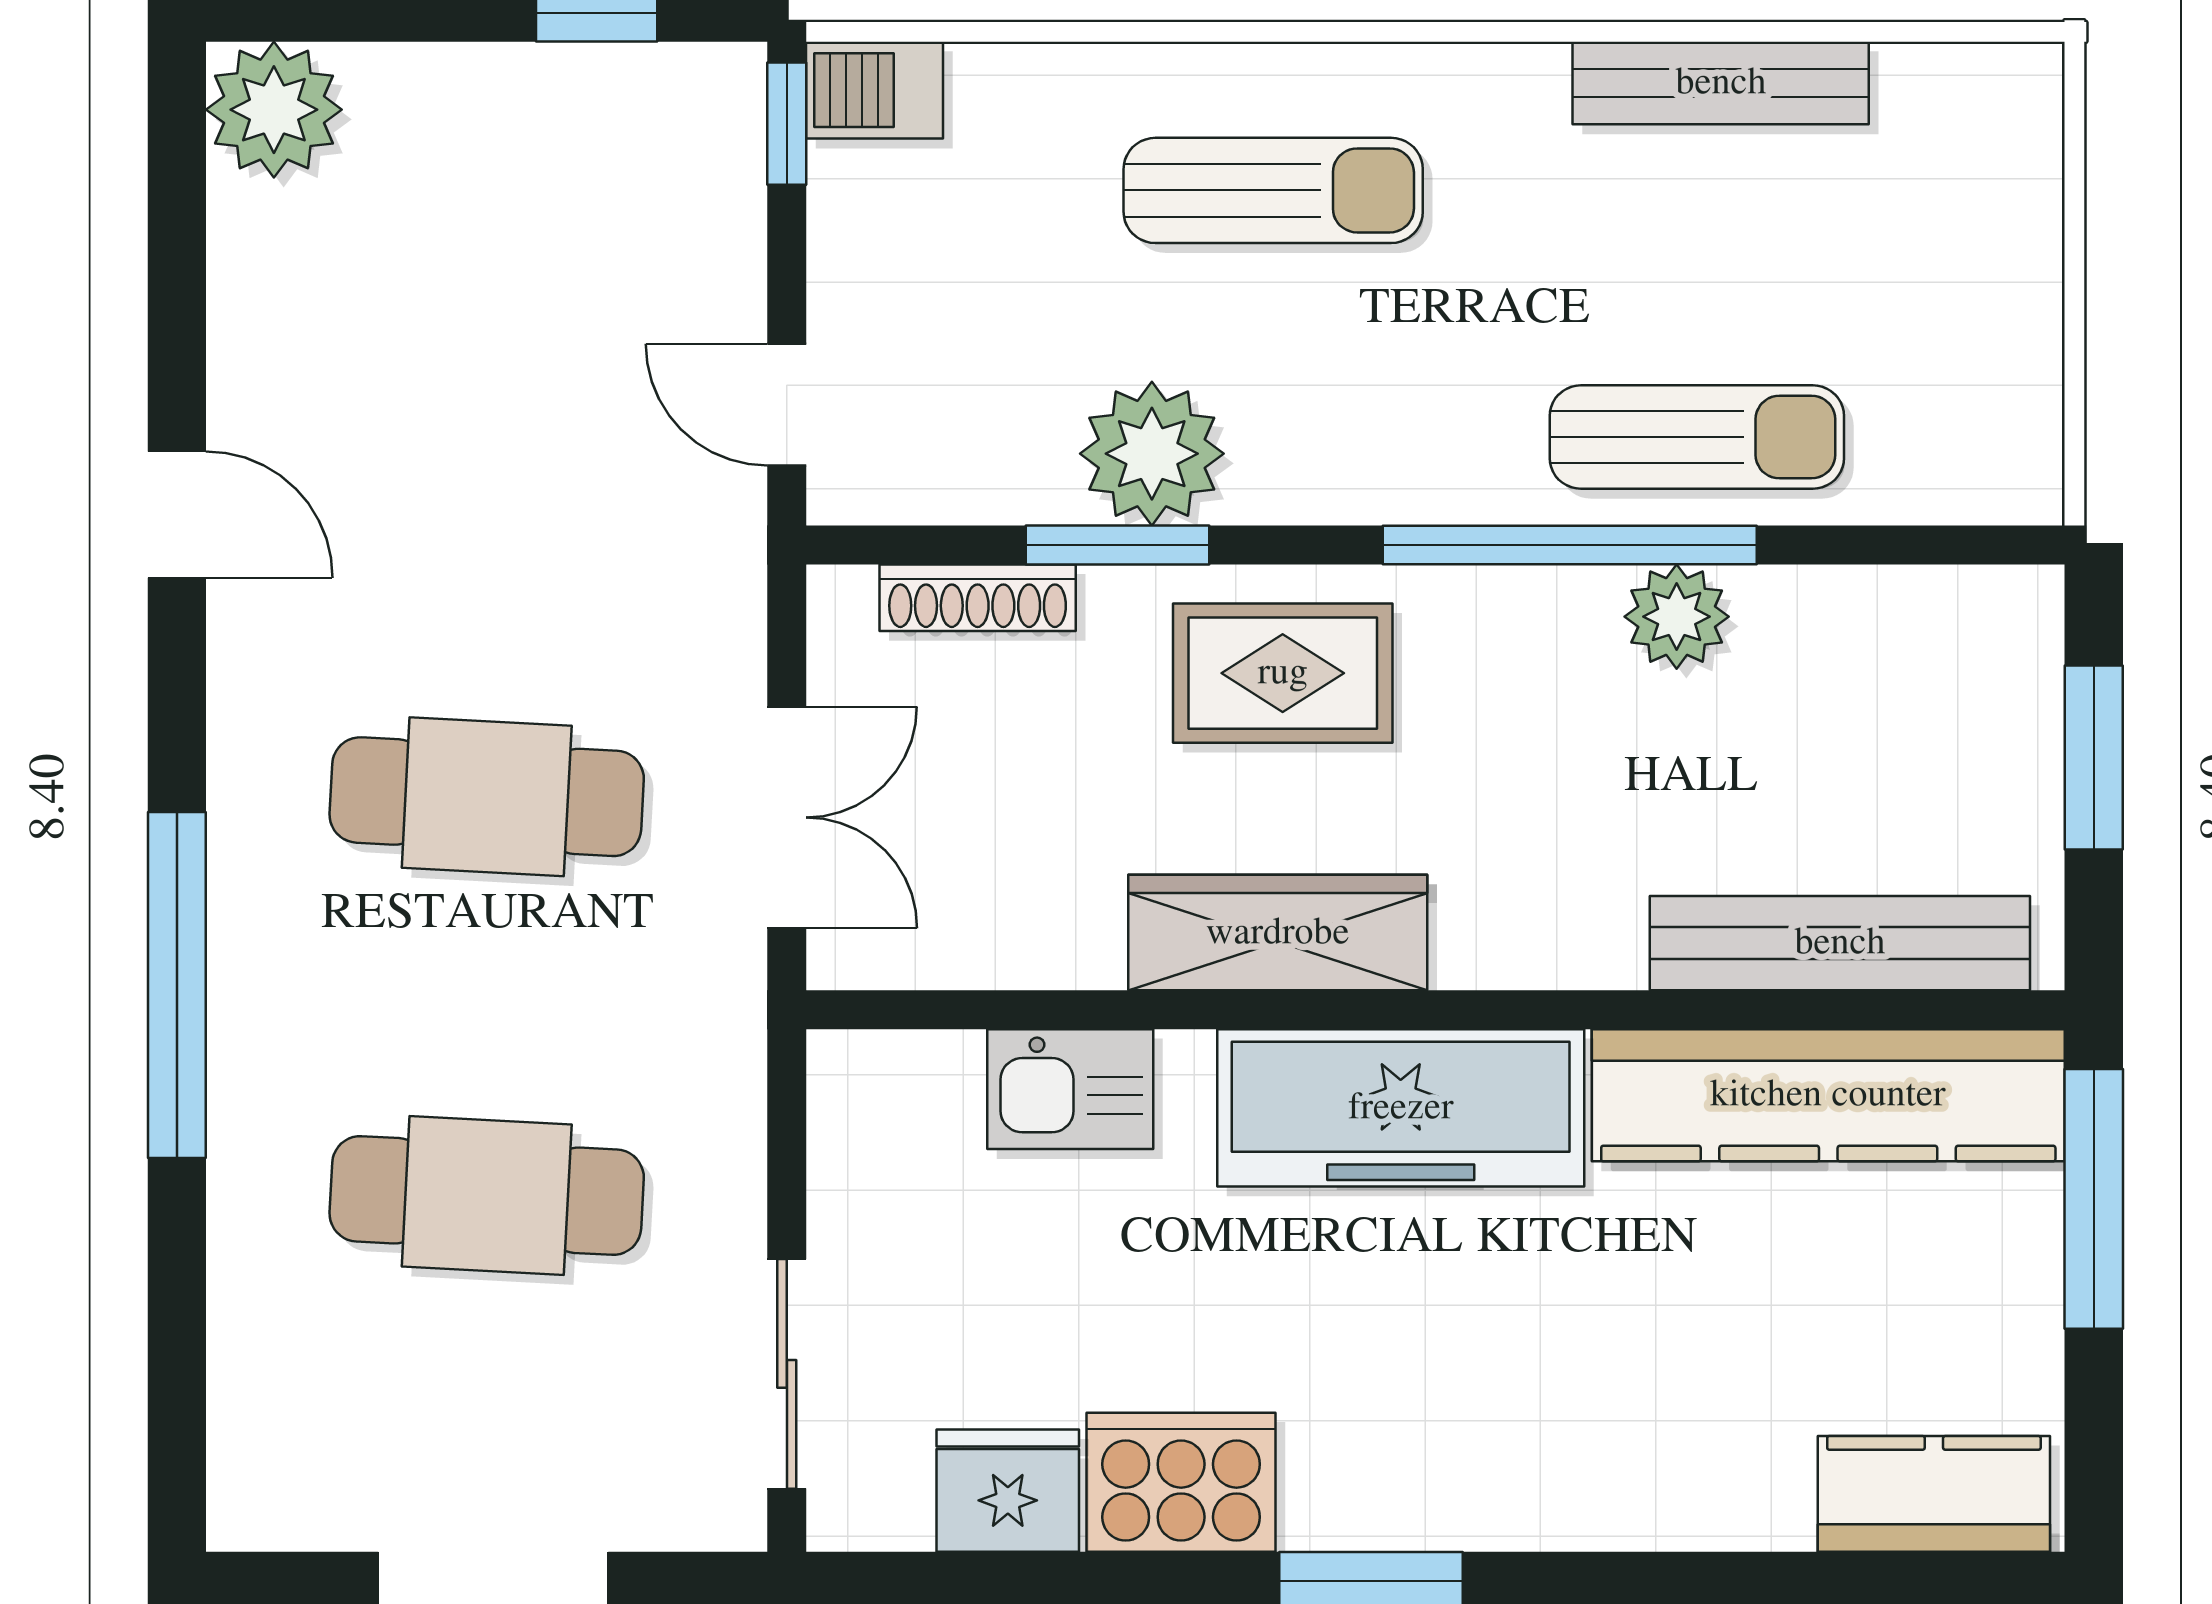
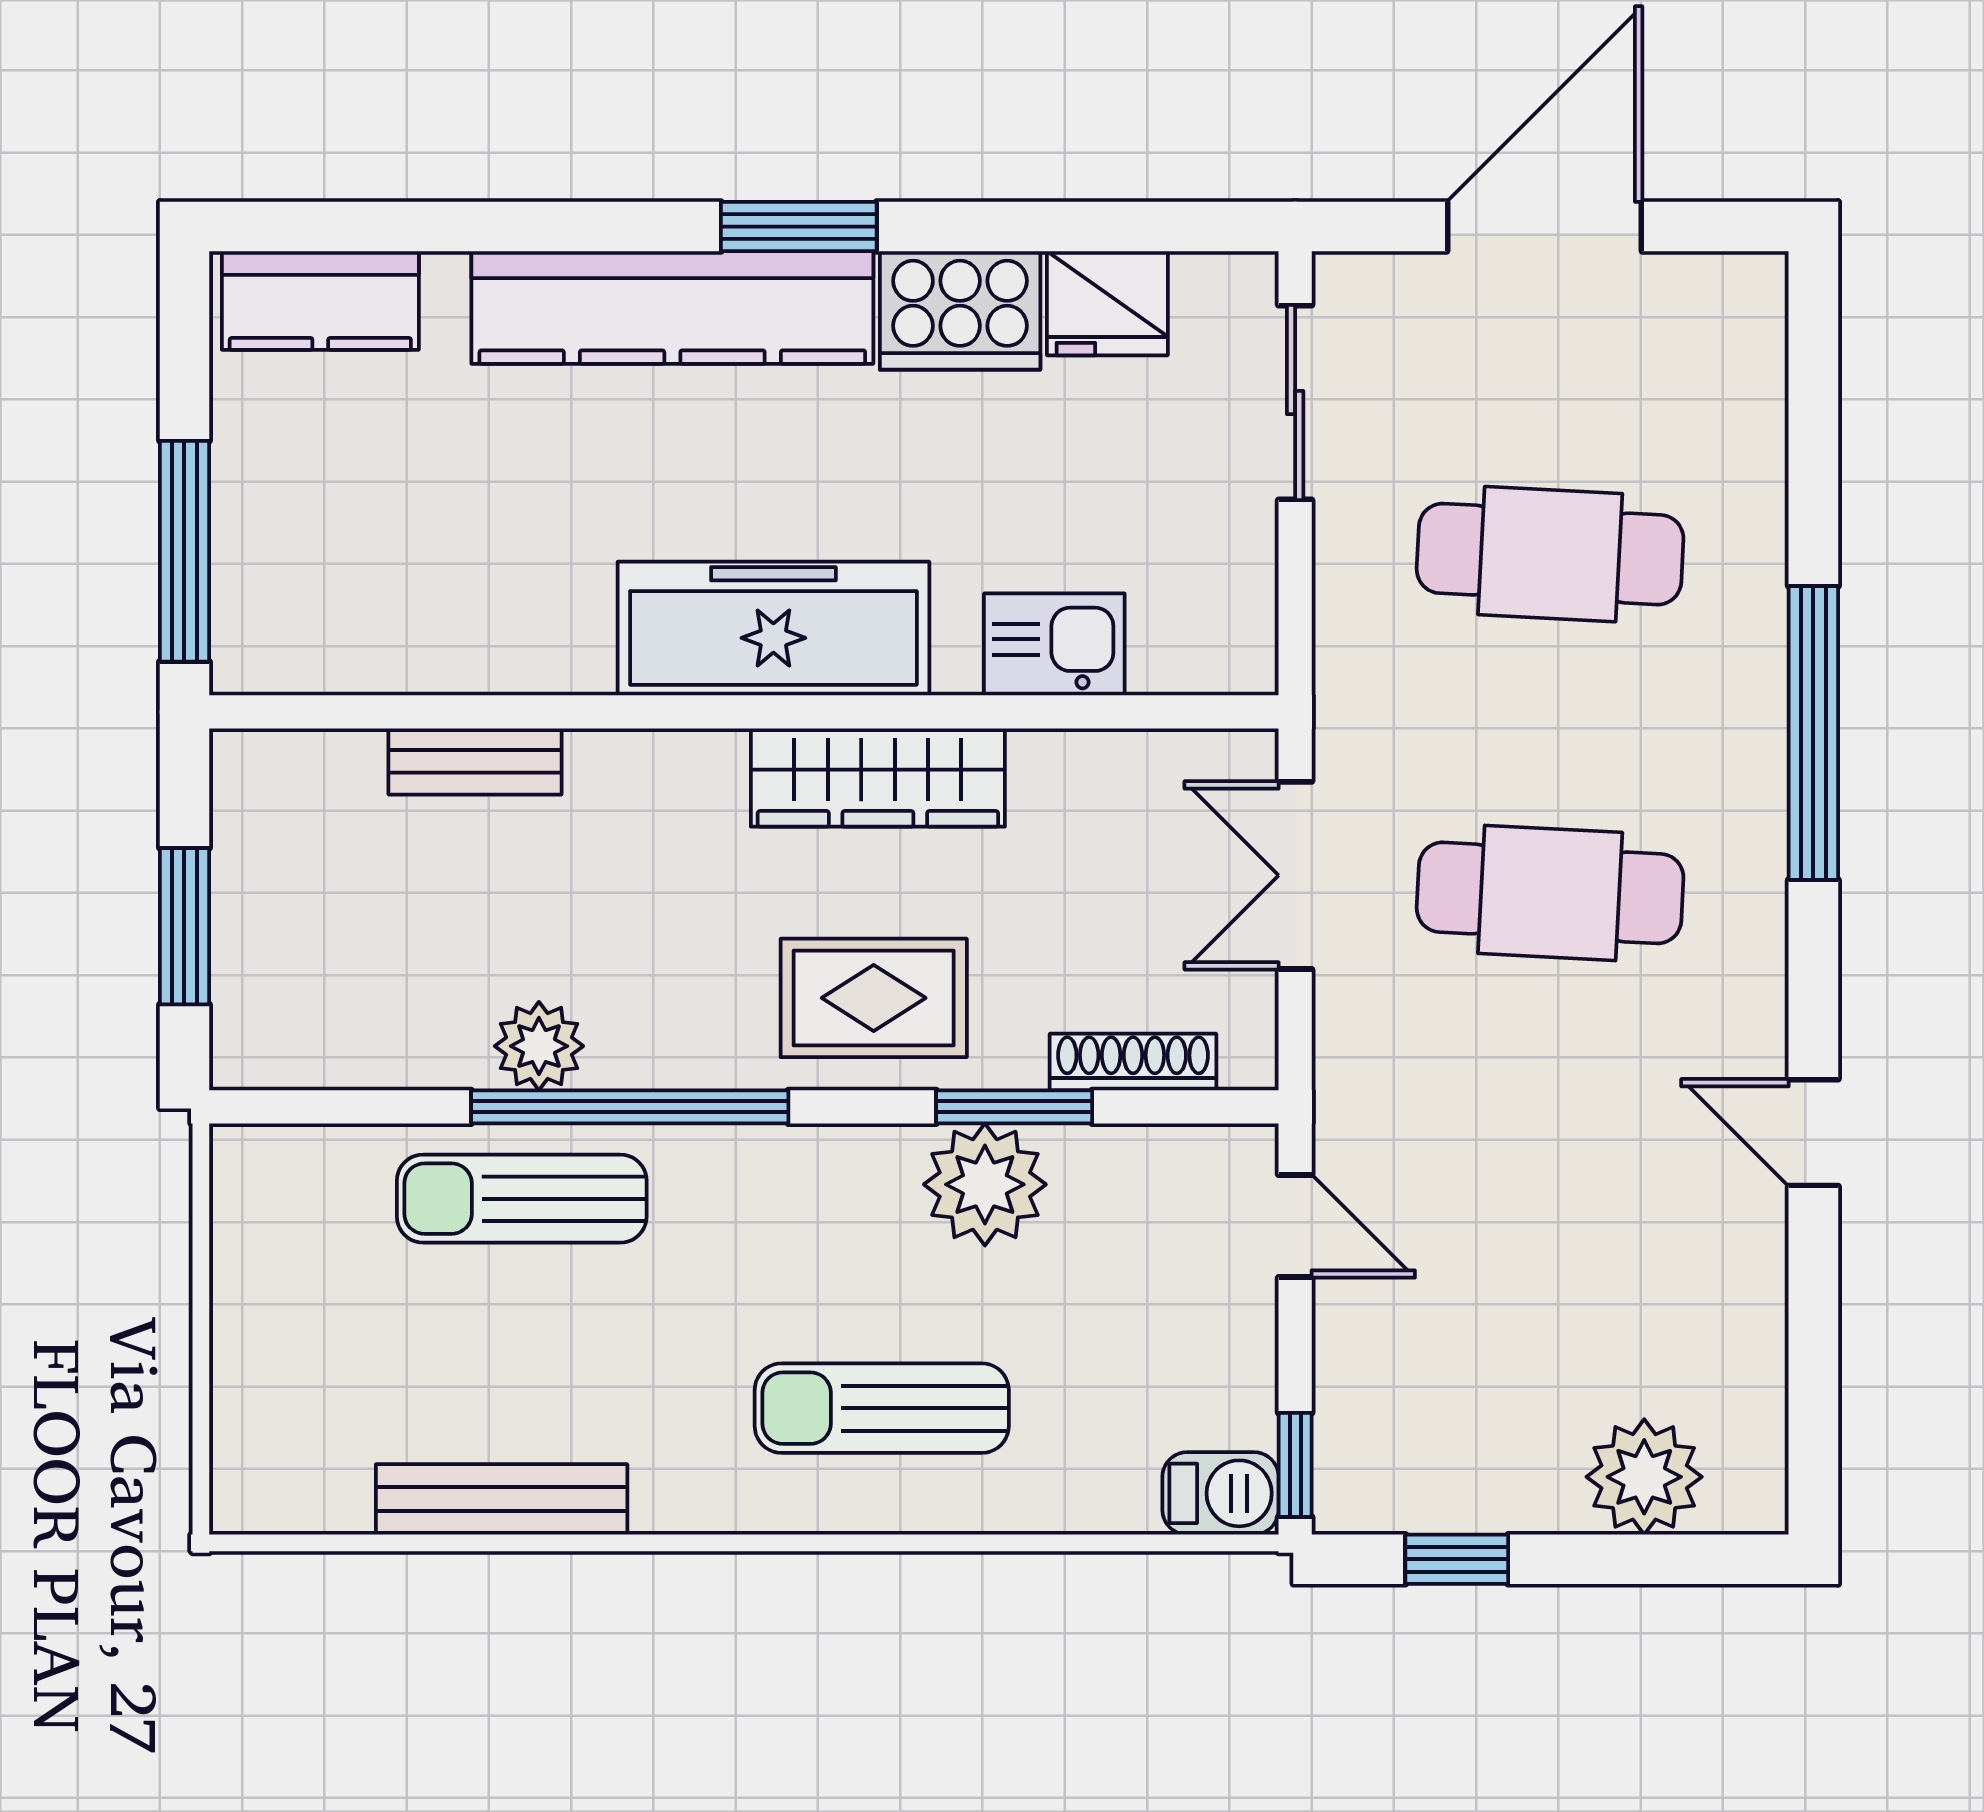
plant: (274, 110) -> (1644, 1477), moved
bench: (1840, 943) -> (475, 761), width x0.54, depth x0.82
kitchen counter: (1828, 1095) -> (672, 308), moved, turned 180

